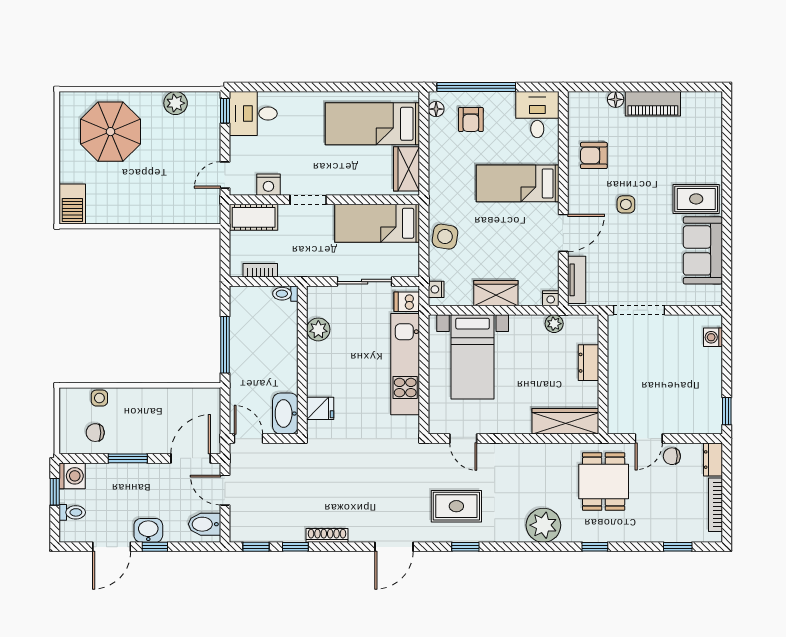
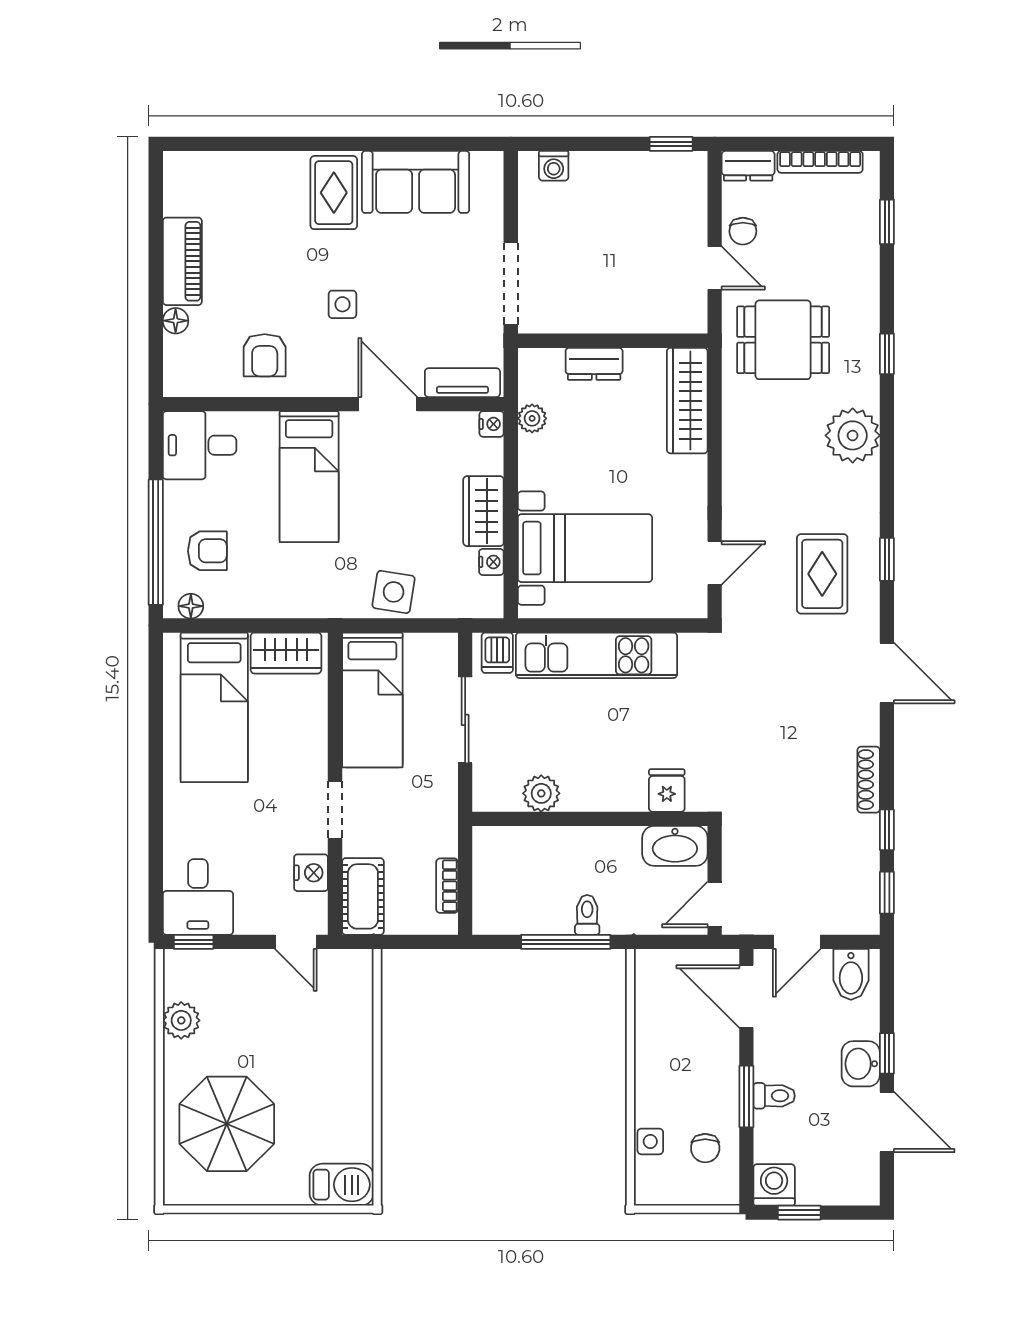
nightstand: (436, 289) -> (491, 562), moved, turned -90
toilet: (285, 294) -> (587, 915), moved, turned 180
toilet: (72, 512) -> (774, 1096), moved, turned 90

